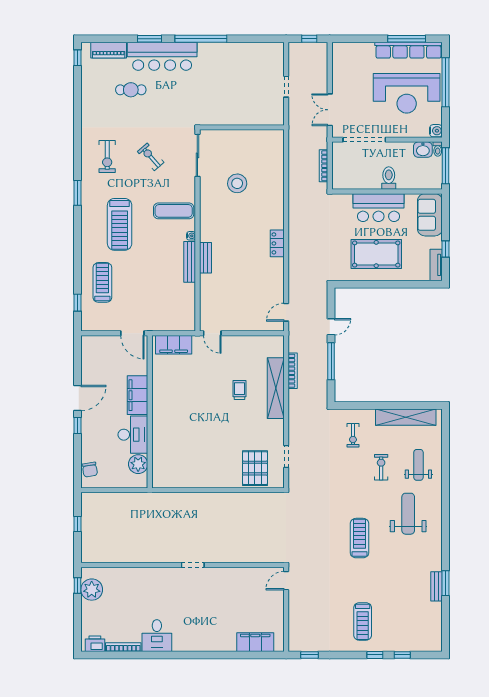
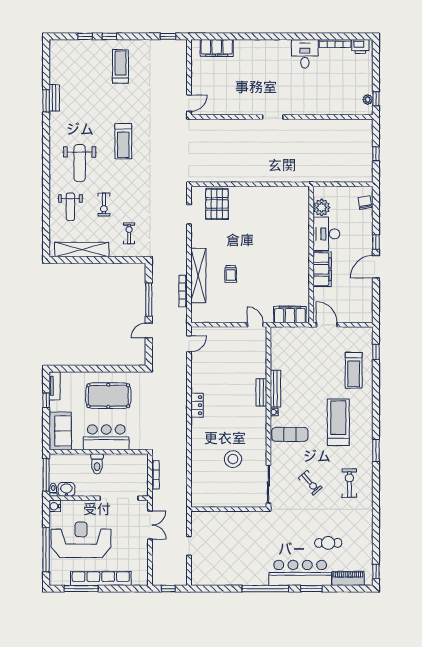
row of seats: (408, 50) -> (101, 578), moved
plant: (92, 590) -> (368, 100), width x0.53, depth x0.53

